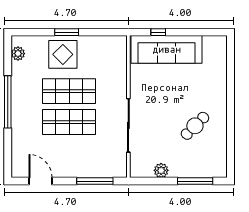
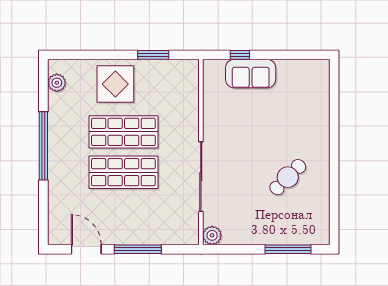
window: (67, 32) -> (153, 55), moved
sofa: (167, 49) -> (251, 74), width x0.54, depth x0.79
plant: (161, 170) -> (212, 235), moved
window: (95, 181) -> (138, 249), moved

